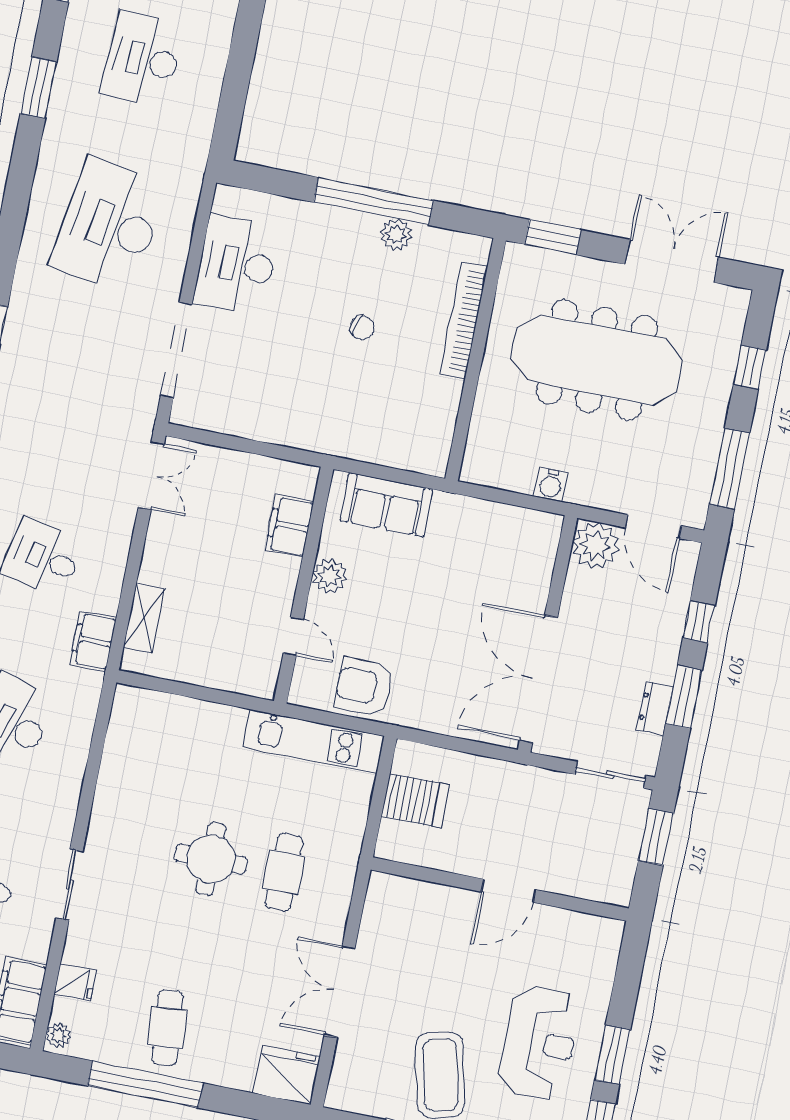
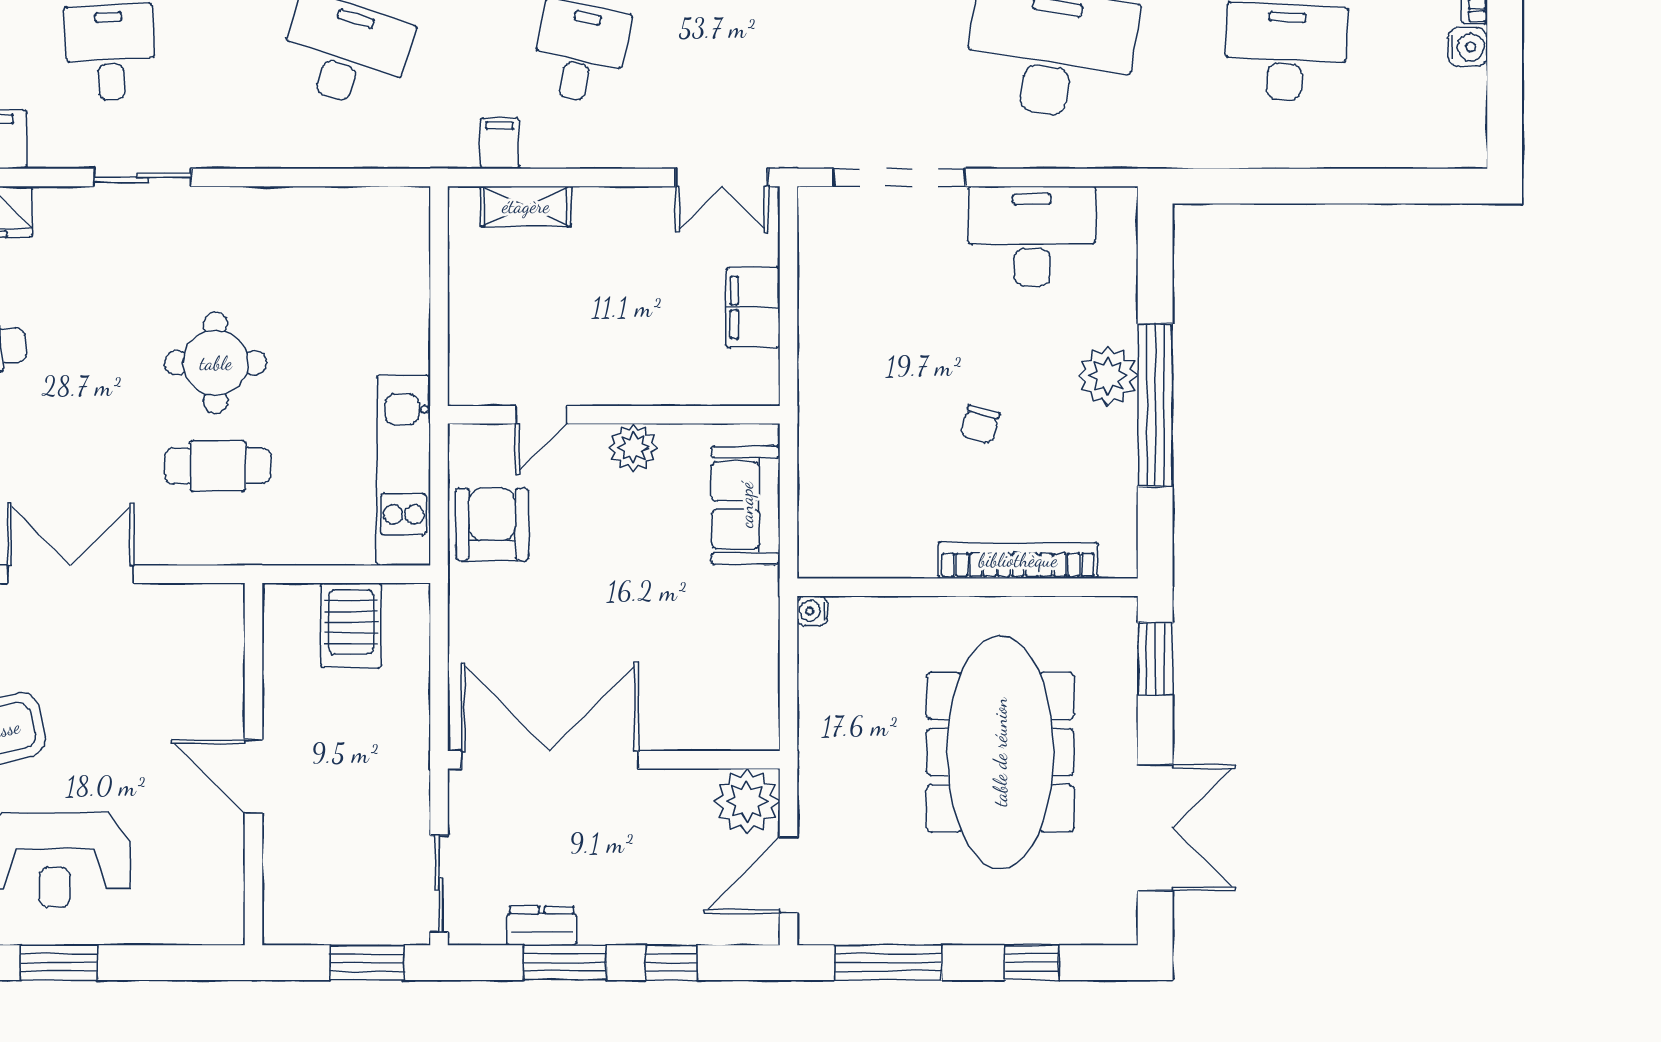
plant: (396, 235) -> (1108, 376), moved, width x1.36, depth x1.36
water cooler: (551, 485) -> (812, 611), moved, width x0.72, depth x0.72
filing cabinet: (289, 526) -> (753, 307), moved, turned -90
filing cabinet: (93, 641) -> (500, 143), width x0.50

